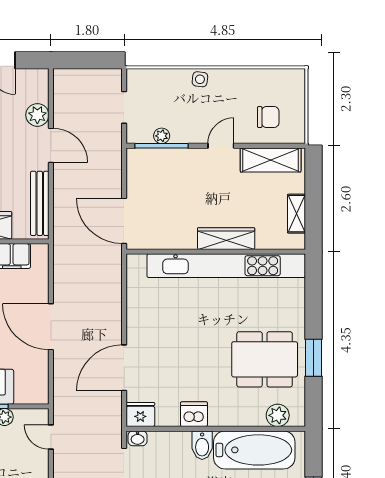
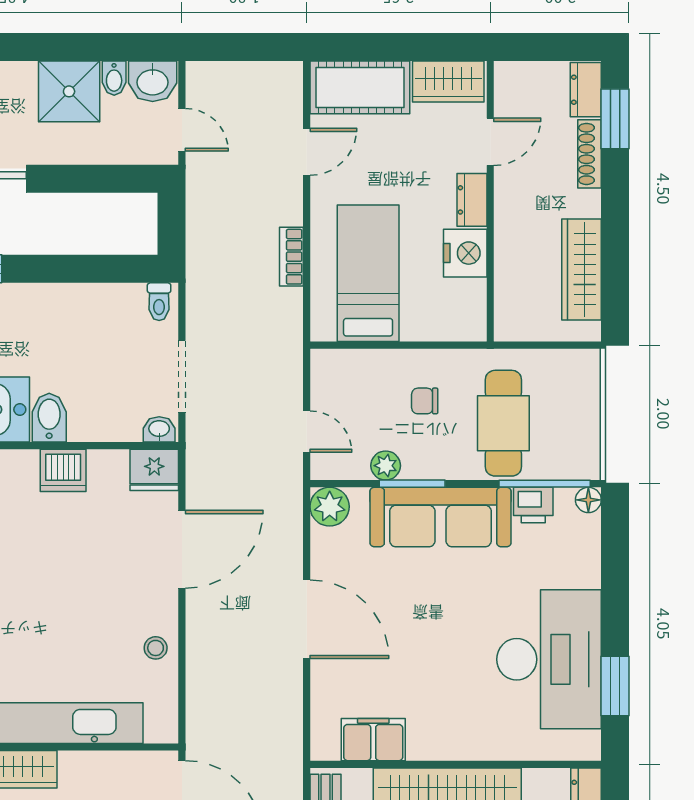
stool: (140, 310) -> (156, 648), added
plant: (37, 393) -> (330, 507), added

